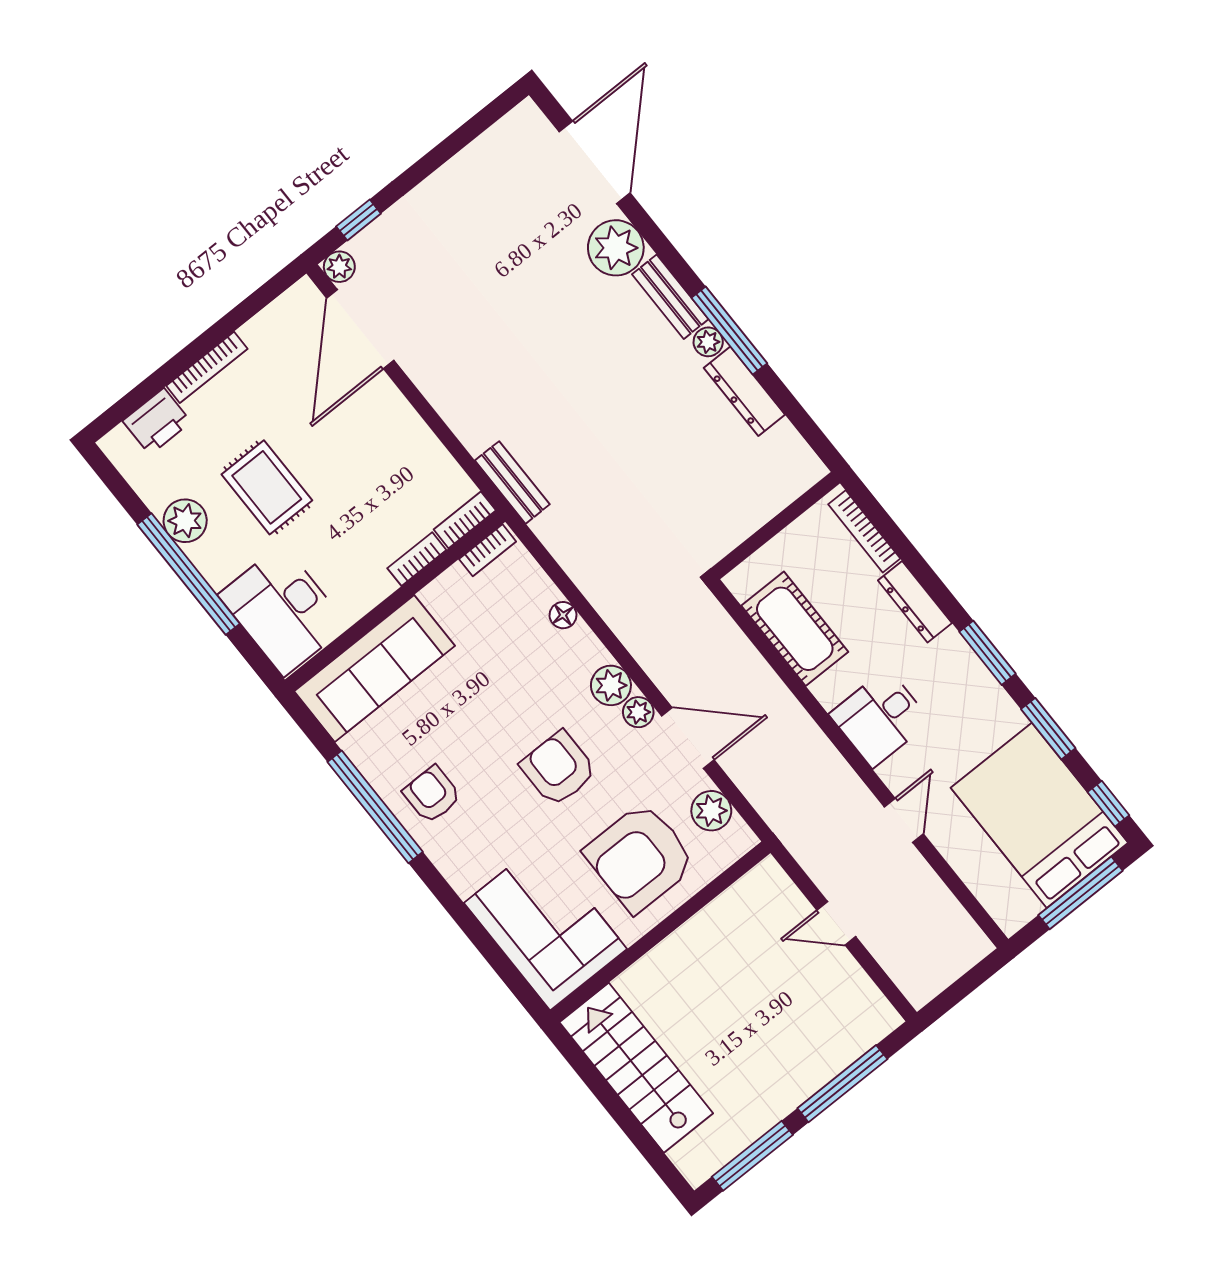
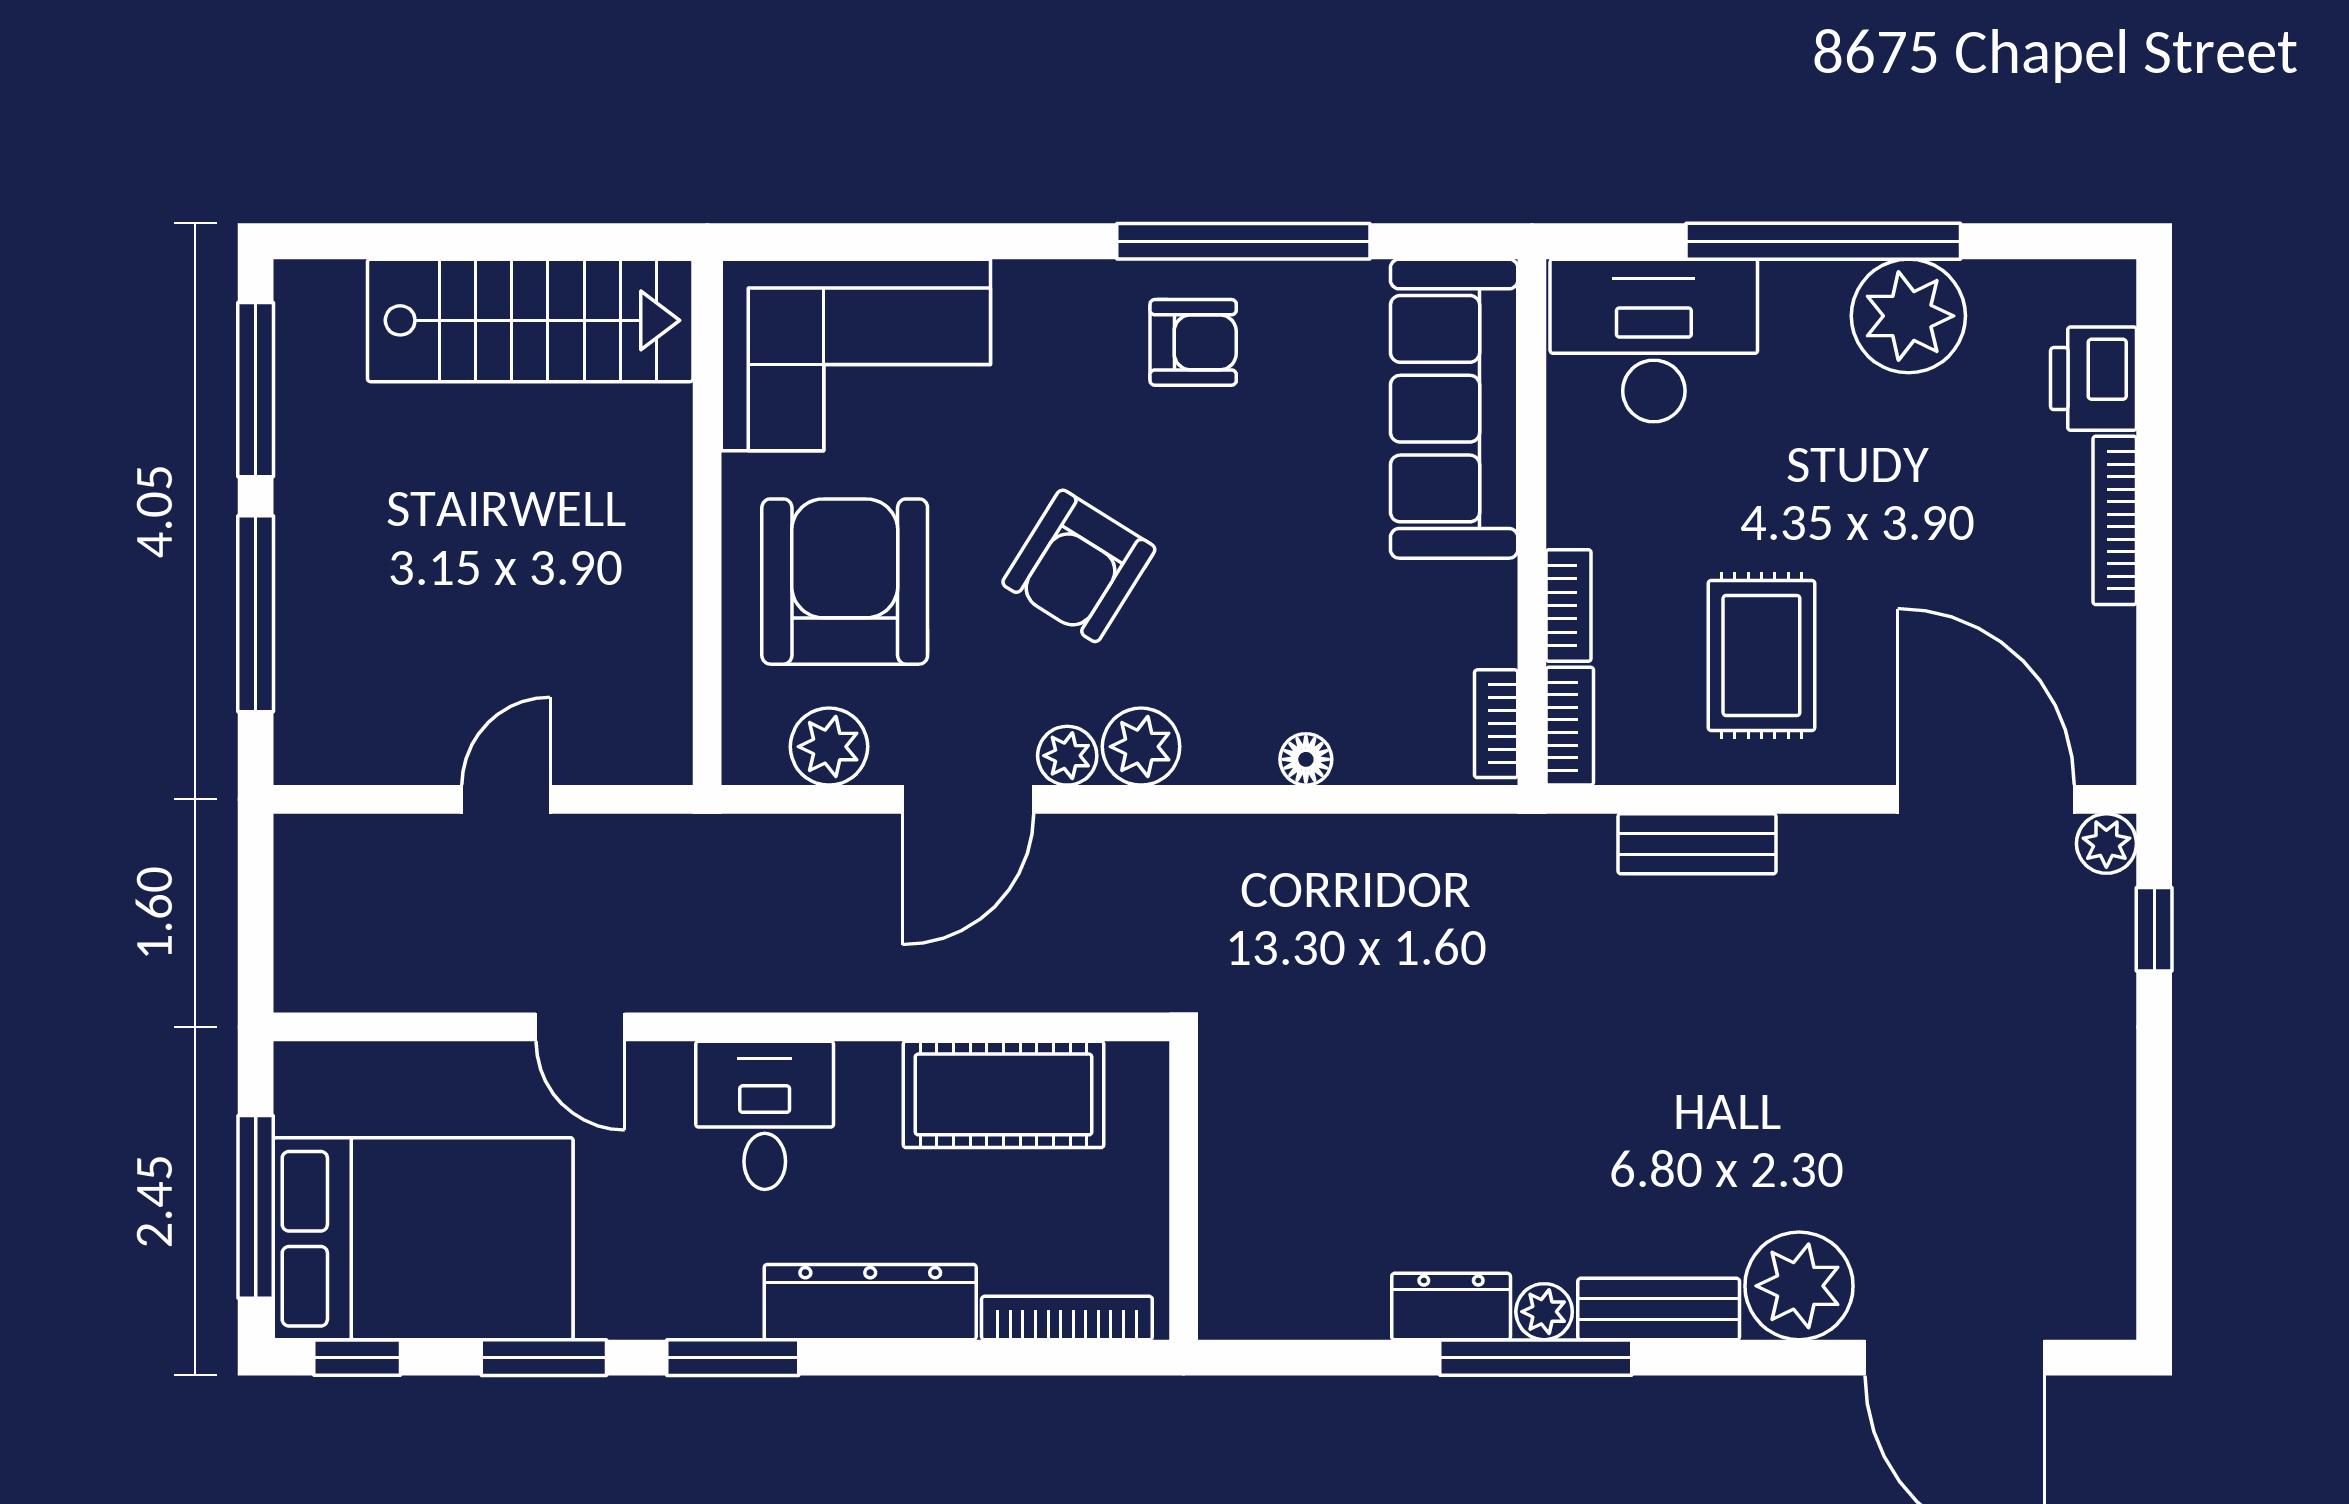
dresser: (744, 391) -> (1451, 1307), width x0.70
bench: (512, 482) -> (1697, 844), moved
rug: (267, 487) -> (1761, 655), moved, turned 90
plant: (185, 521) -> (1908, 316), width x1.36, depth x1.36
dresser: (915, 602) -> (870, 1302), width x1.37, depth x1.24
armchair: (558, 769) -> (1079, 566), turned 122

